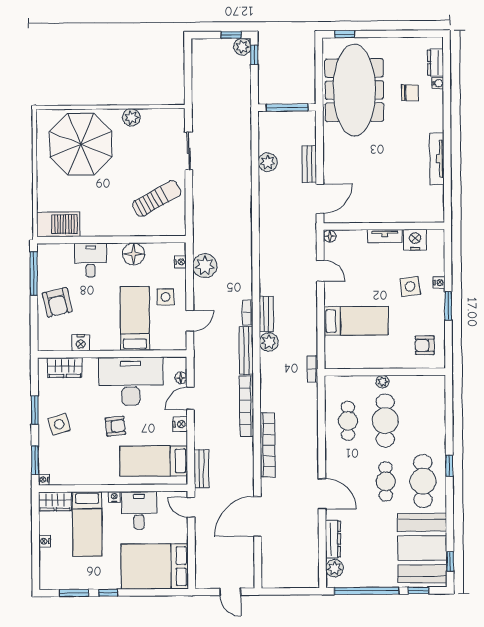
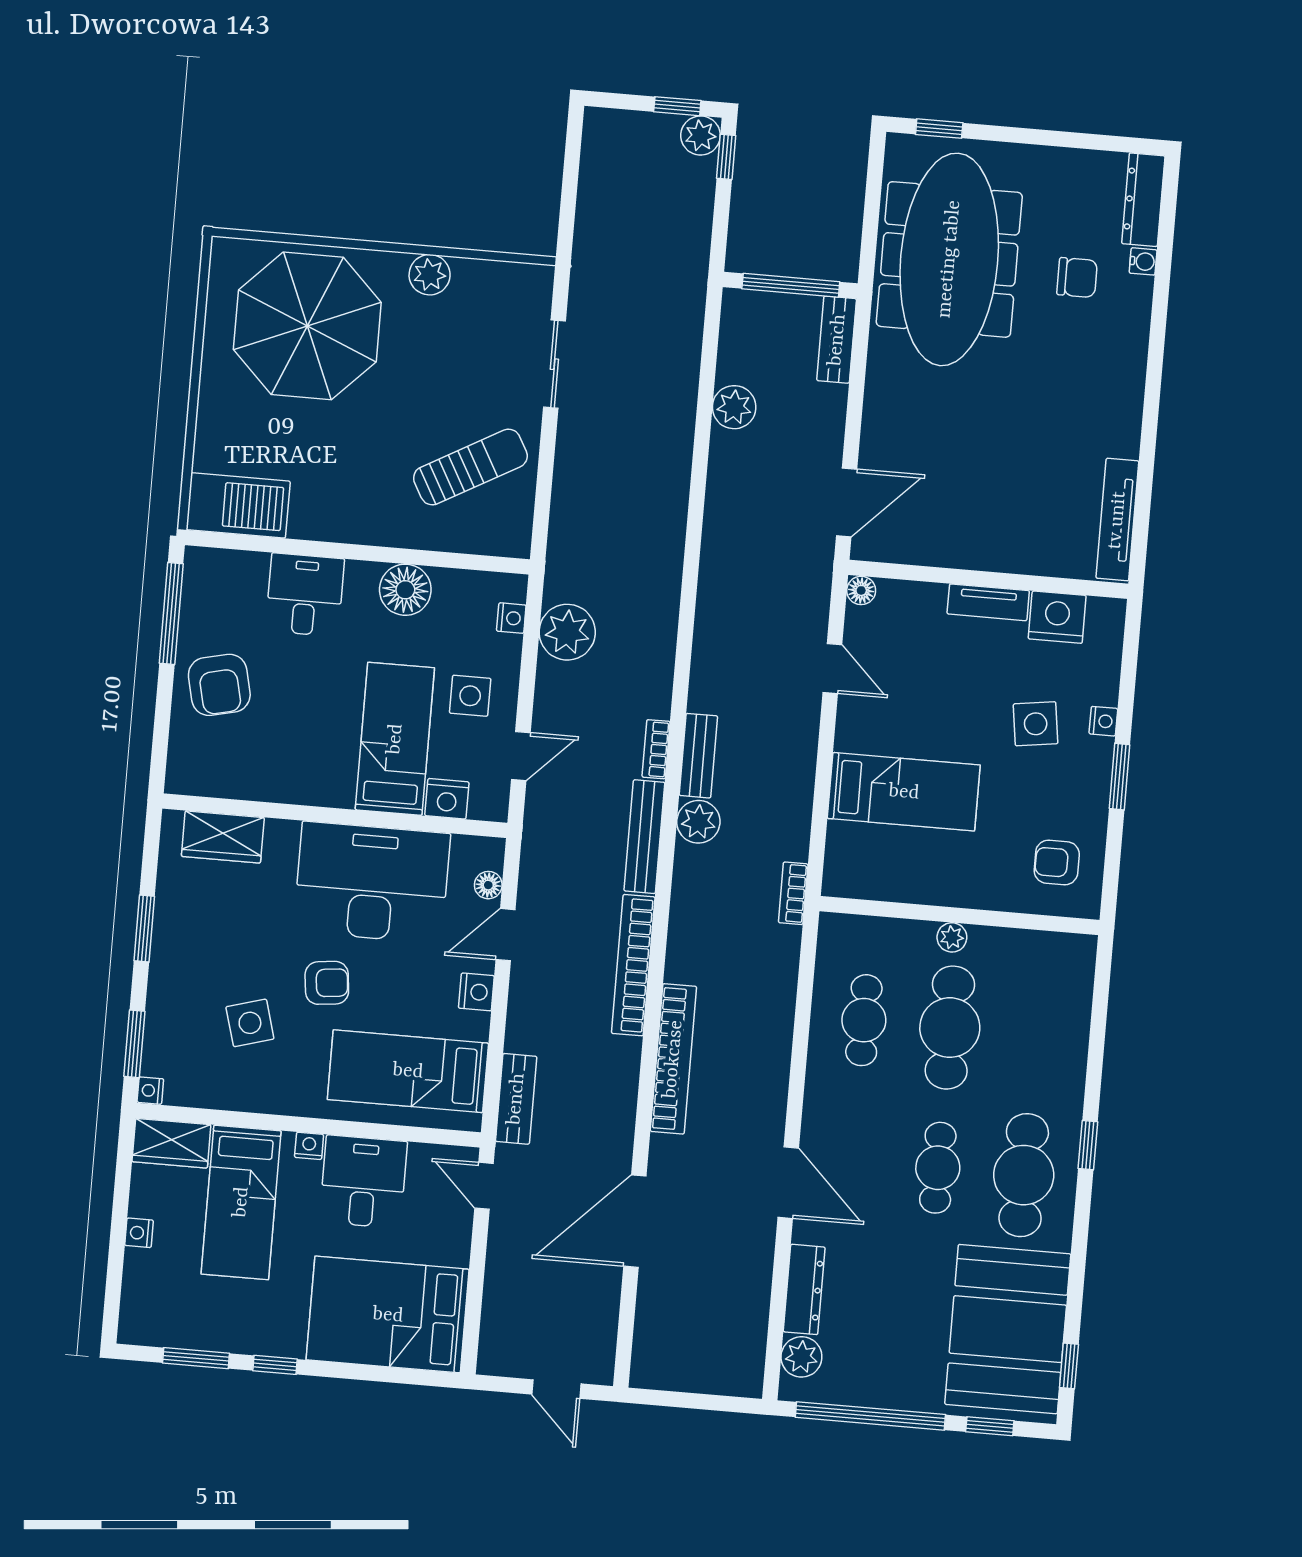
dresser: (435, 63) -> (1143, 200), width x1.44
tv unit: (437, 159) -> (1117, 520), moved
bench: (309, 164) -> (837, 340), moved
nightstand: (81, 343) -> (447, 799), moved
side table: (59, 424) -> (250, 1023), moved

